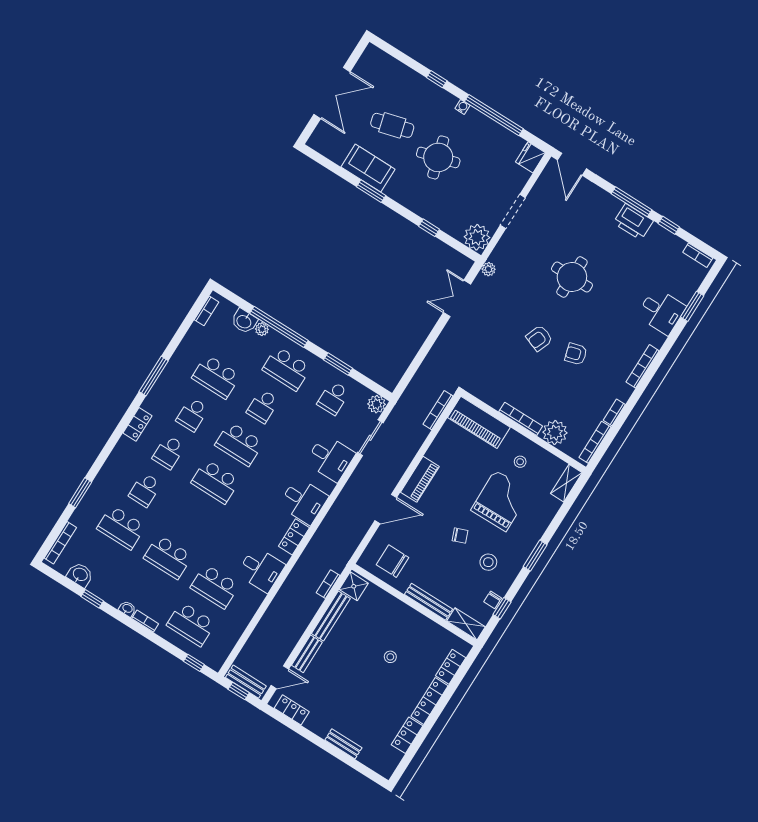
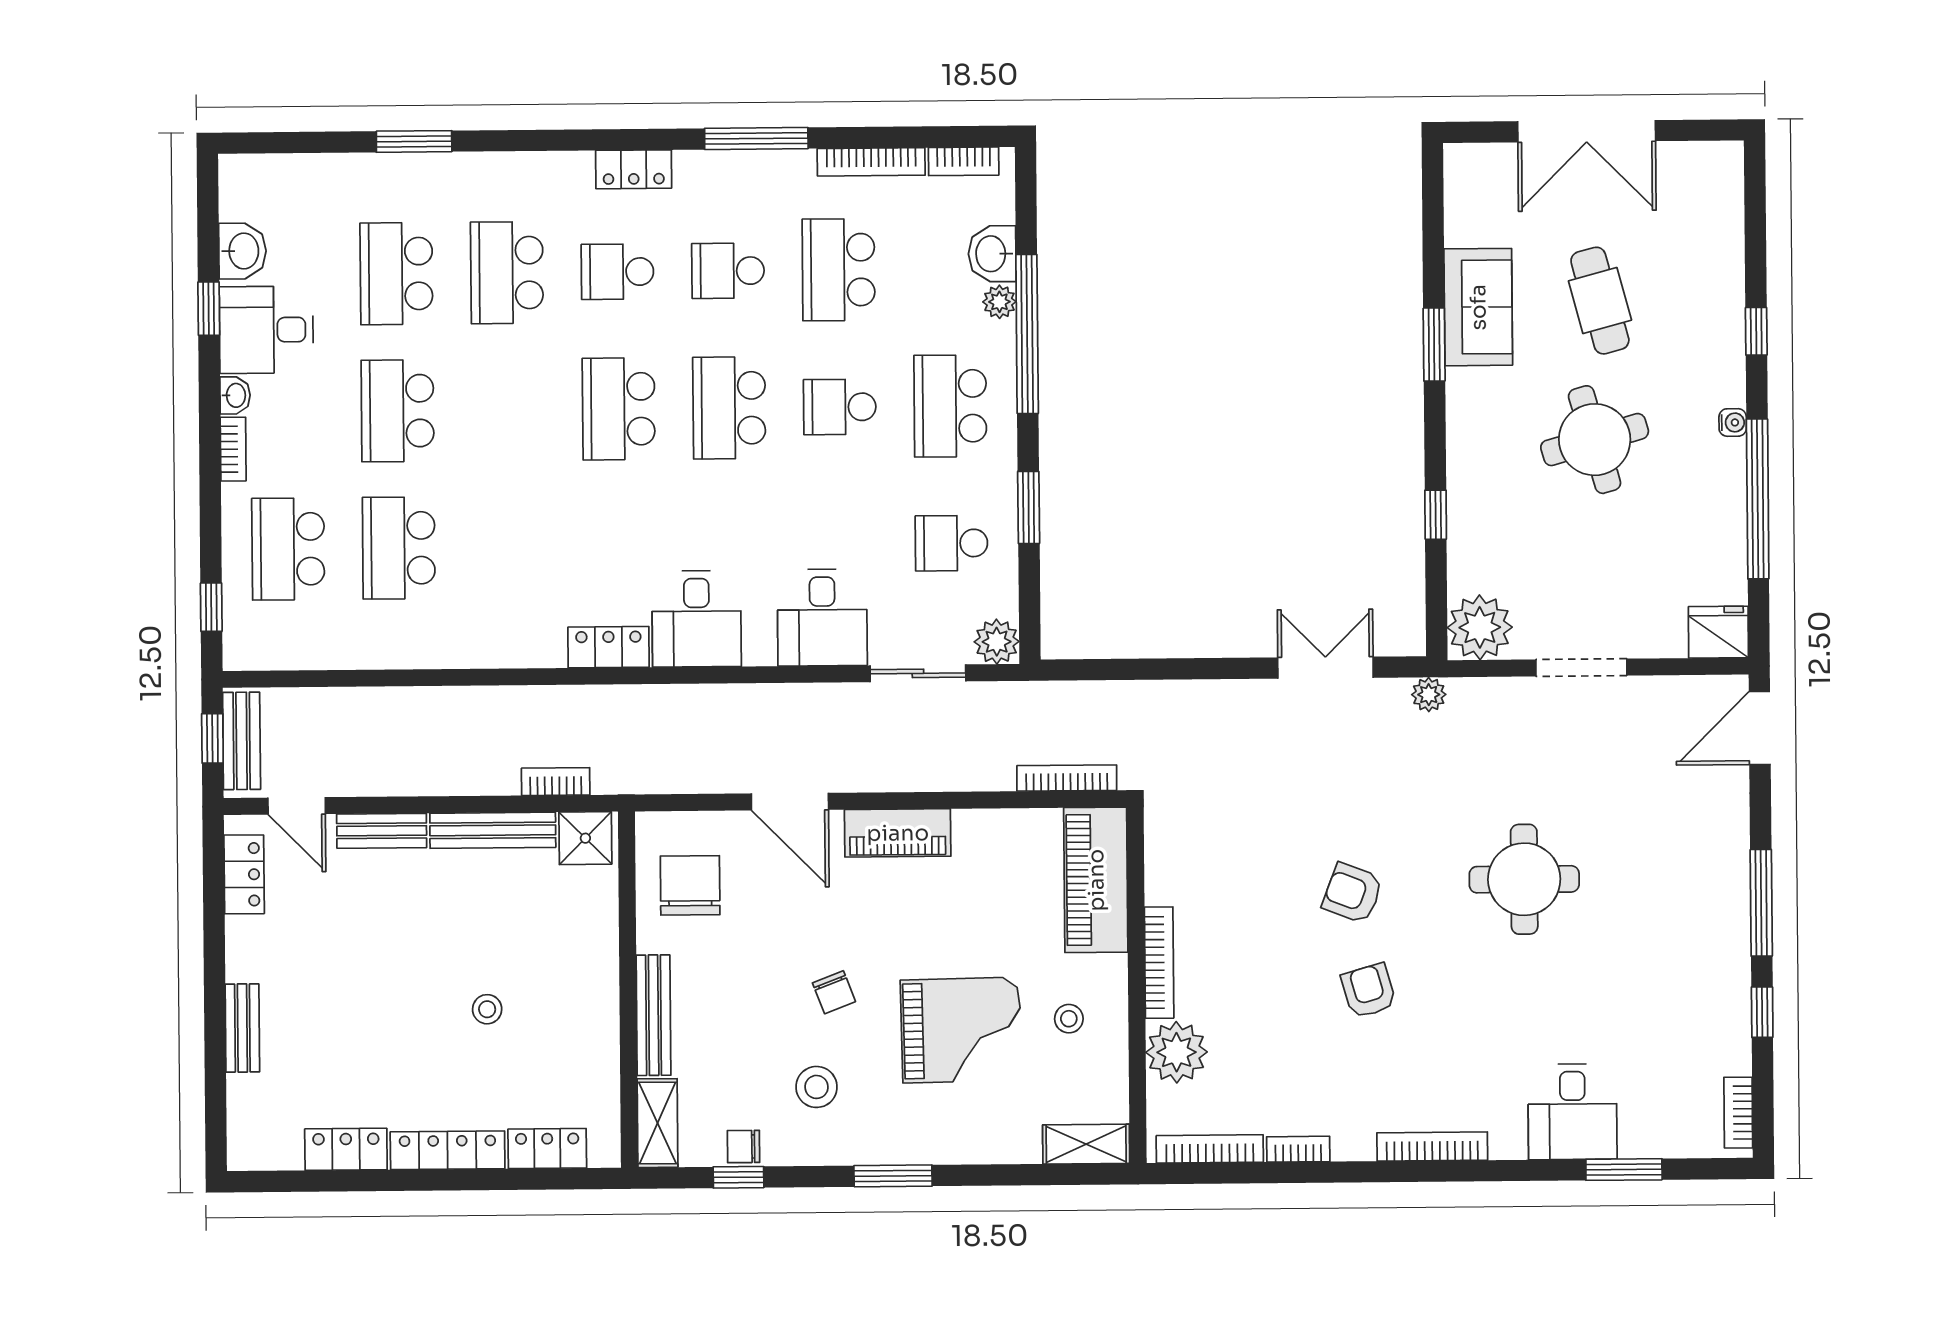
printer: (633, 222) -> (1721, 933), removed
school desk: (145, 490) -> (507, 273), width x1.85
bookcase: (60, 543) -> (871, 162), moved
desk: (261, 569) -> (266, 330), moved, turned 90

